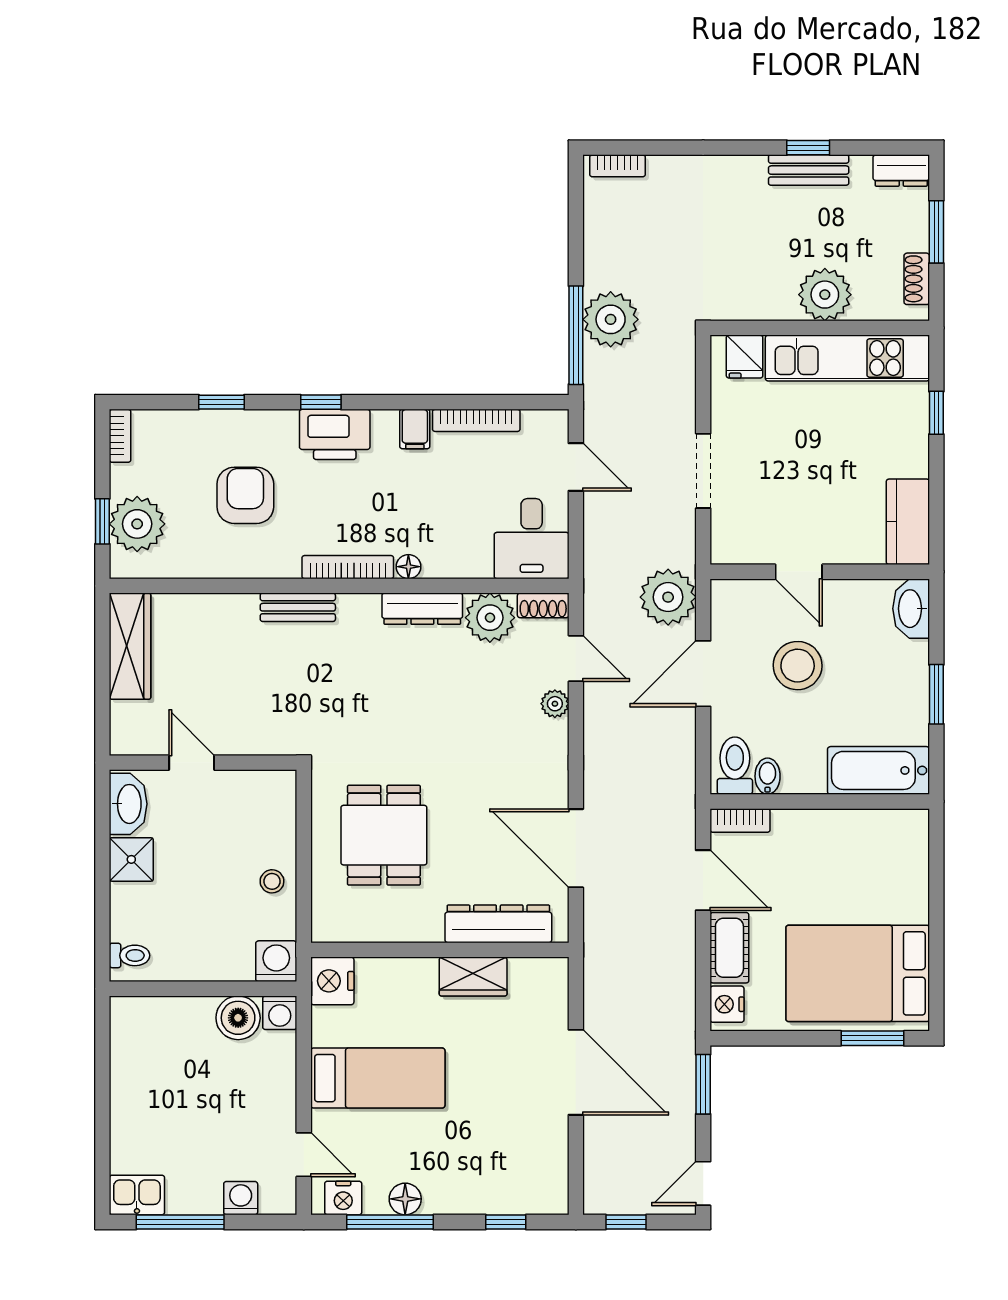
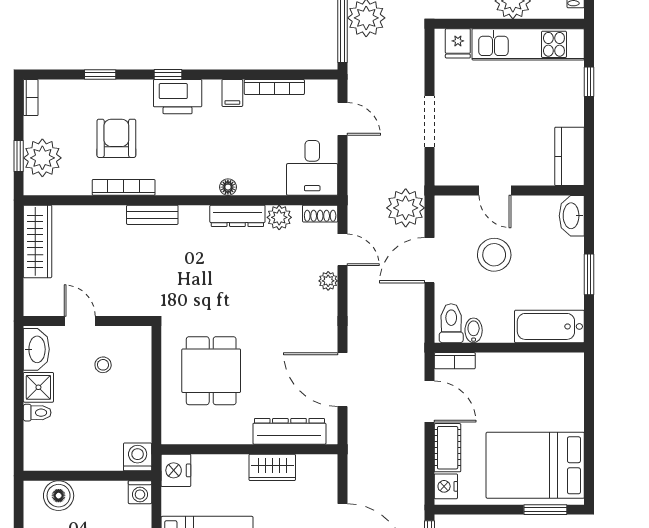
bookcase: (348, 567) -> (124, 187), moved
plant: (490, 618) -> (279, 217), width x0.73, depth x0.73
stool: (272, 881) -> (103, 365), moved
toilet: (130, 955) -> (37, 413), moved
boiler: (238, 1018) -> (59, 496), moved

